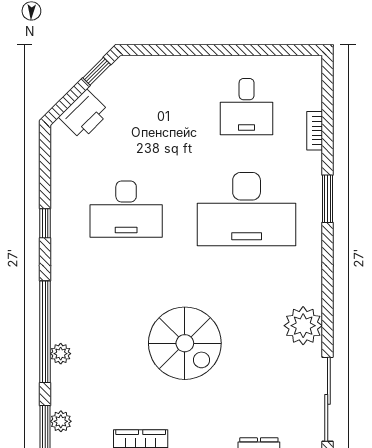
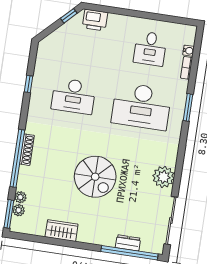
water cooler: (313, 100) -> (188, 51), added
printer: (84, 115) -> (95, 20), moved, turned 45
window: (45, 223) -> (29, 84), moved
shoe rack: (59, 314) -> (27, 150), added
plant: (61, 354) -> (20, 197), moved

